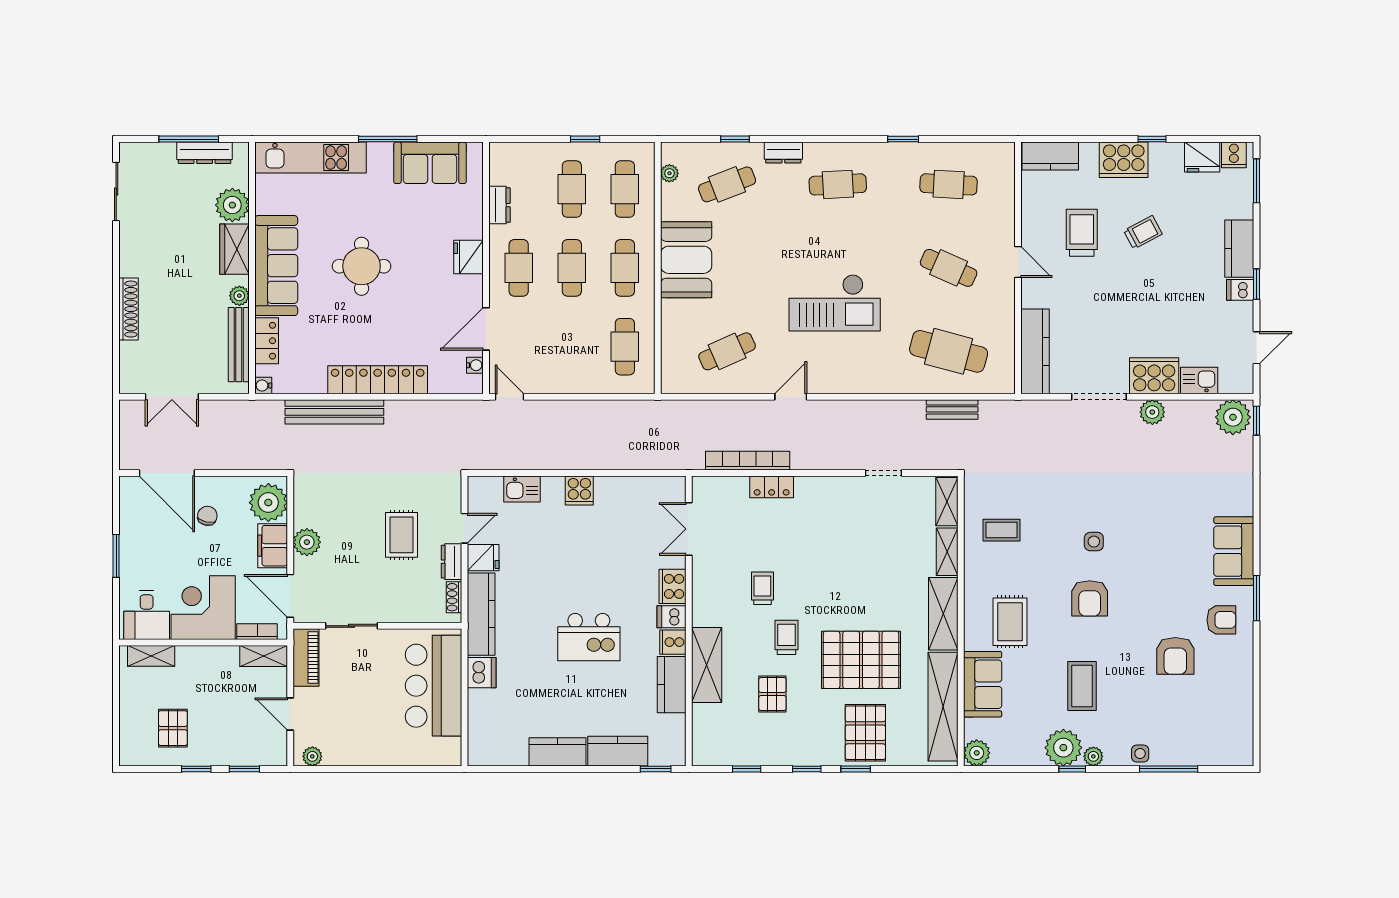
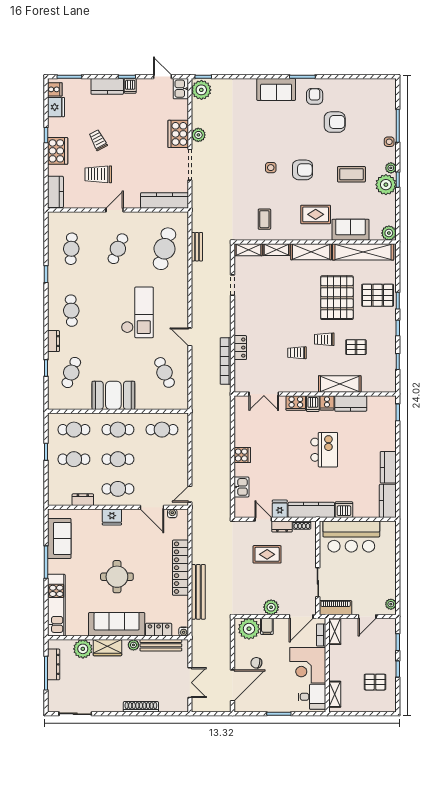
plant: (669, 173) -> (65, 405), removed
cafe table: (727, 184) -> (71, 372), turned 42
kitchen sink: (1199, 380) -> (181, 89), moved
filing cabinet: (273, 546) -> (267, 626), width x0.50
kitchen counter: (618, 751) -> (388, 501), moved

